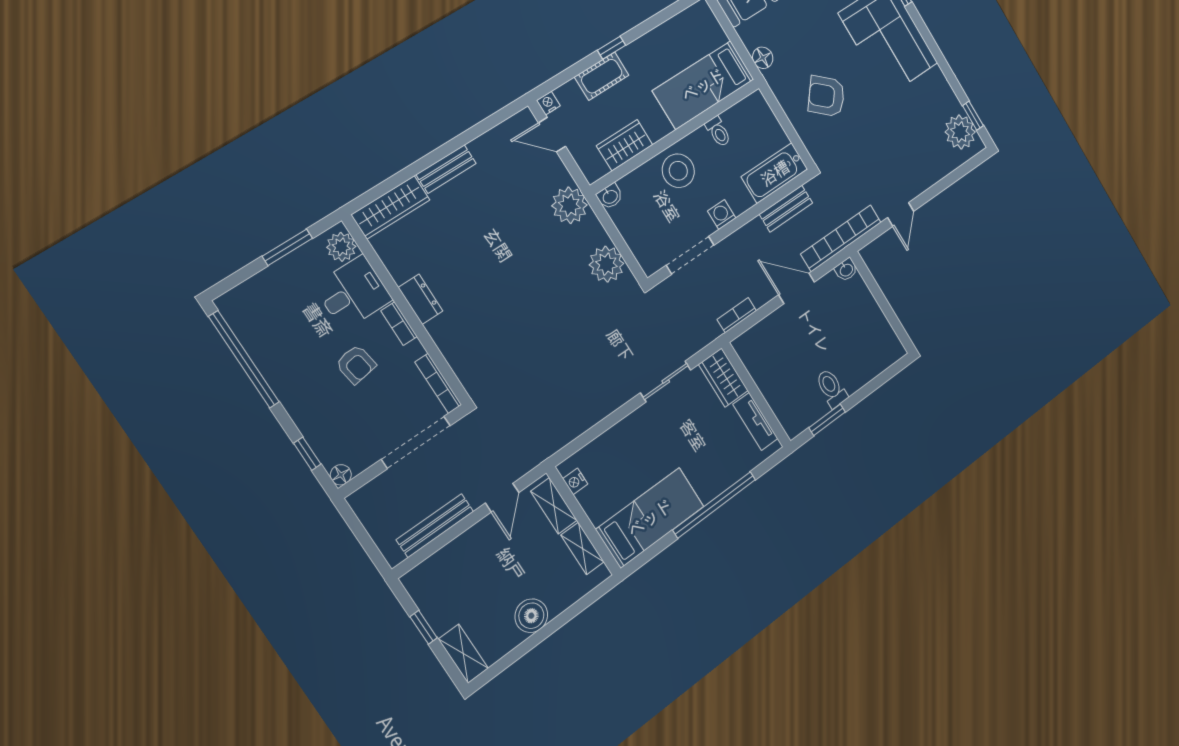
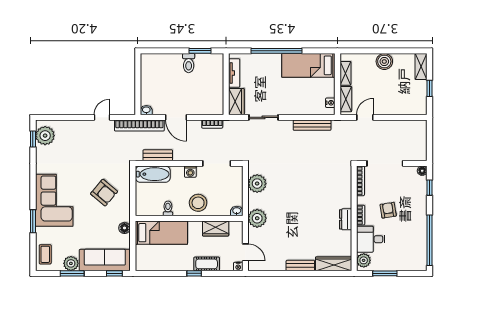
bench: (435, 526) -> (312, 125), moved

